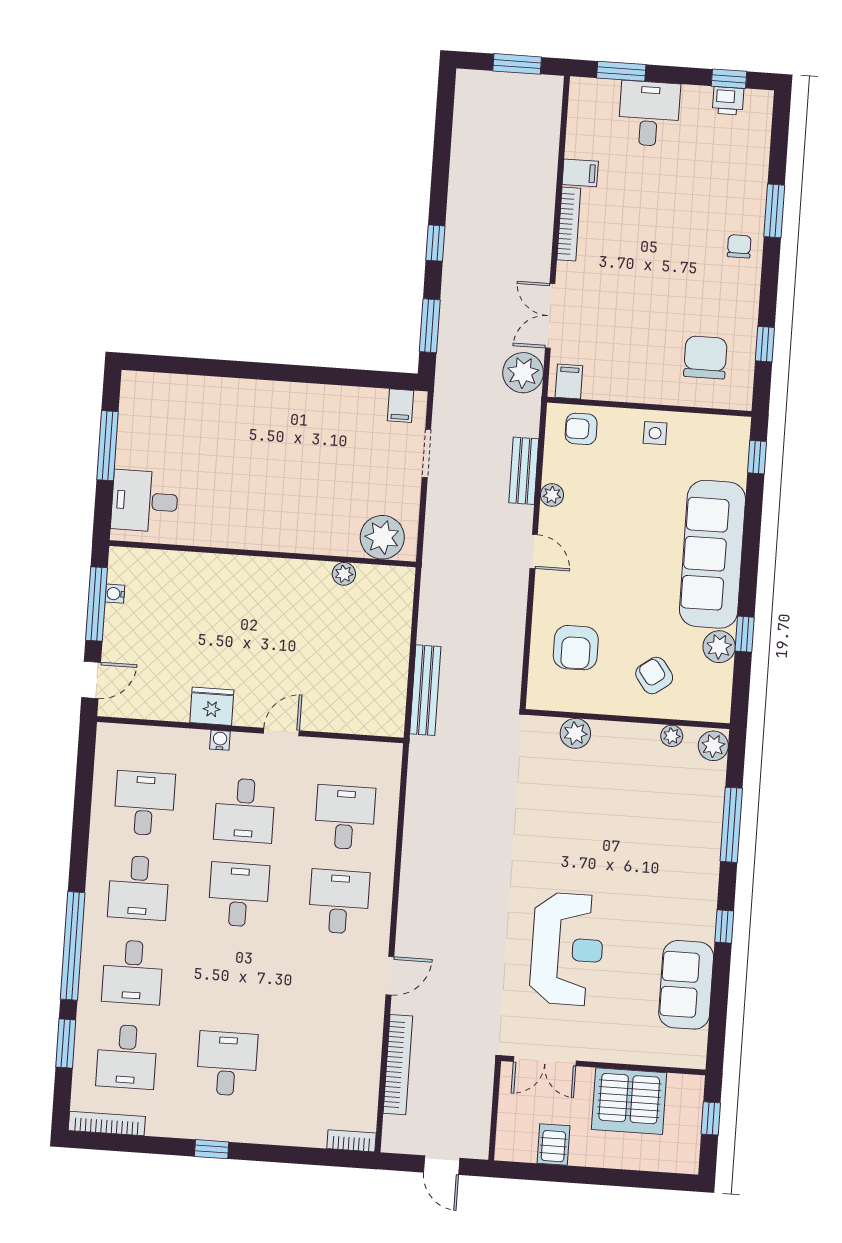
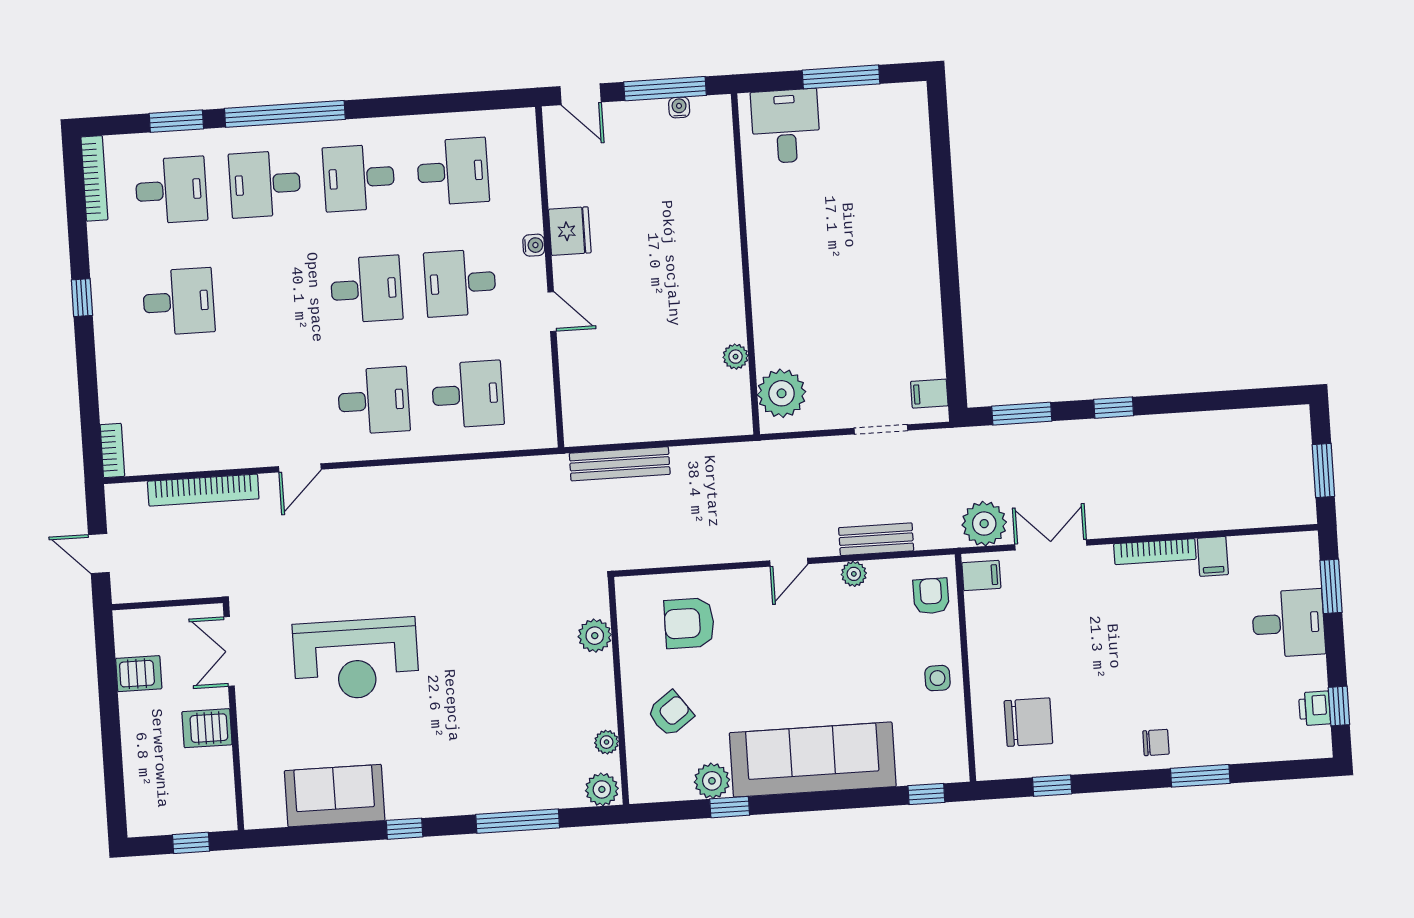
door: (390, 976) -> (300, 468), hinge flipped
desk: (127, 1057) -> (171, 190), turned 180
server rack: (629, 1101) -> (207, 728), width x0.46, depth x0.70
door: (442, 1165) -> (99, 553), hinge flipped

